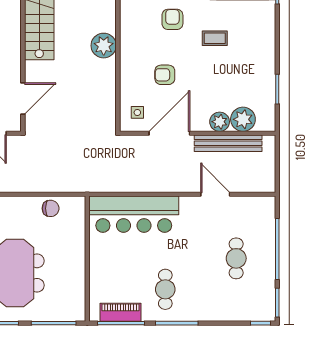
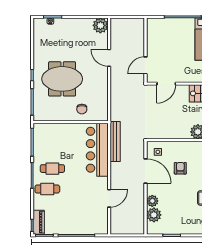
door: (23, 98) -> (166, 84), hinge flipped
bench: (228, 143) -> (115, 142), moved
chair: (51, 208) -> (82, 109), moved
cafe table: (236, 258) -> (47, 189), moved
piano: (120, 312) -> (39, 222), moved

